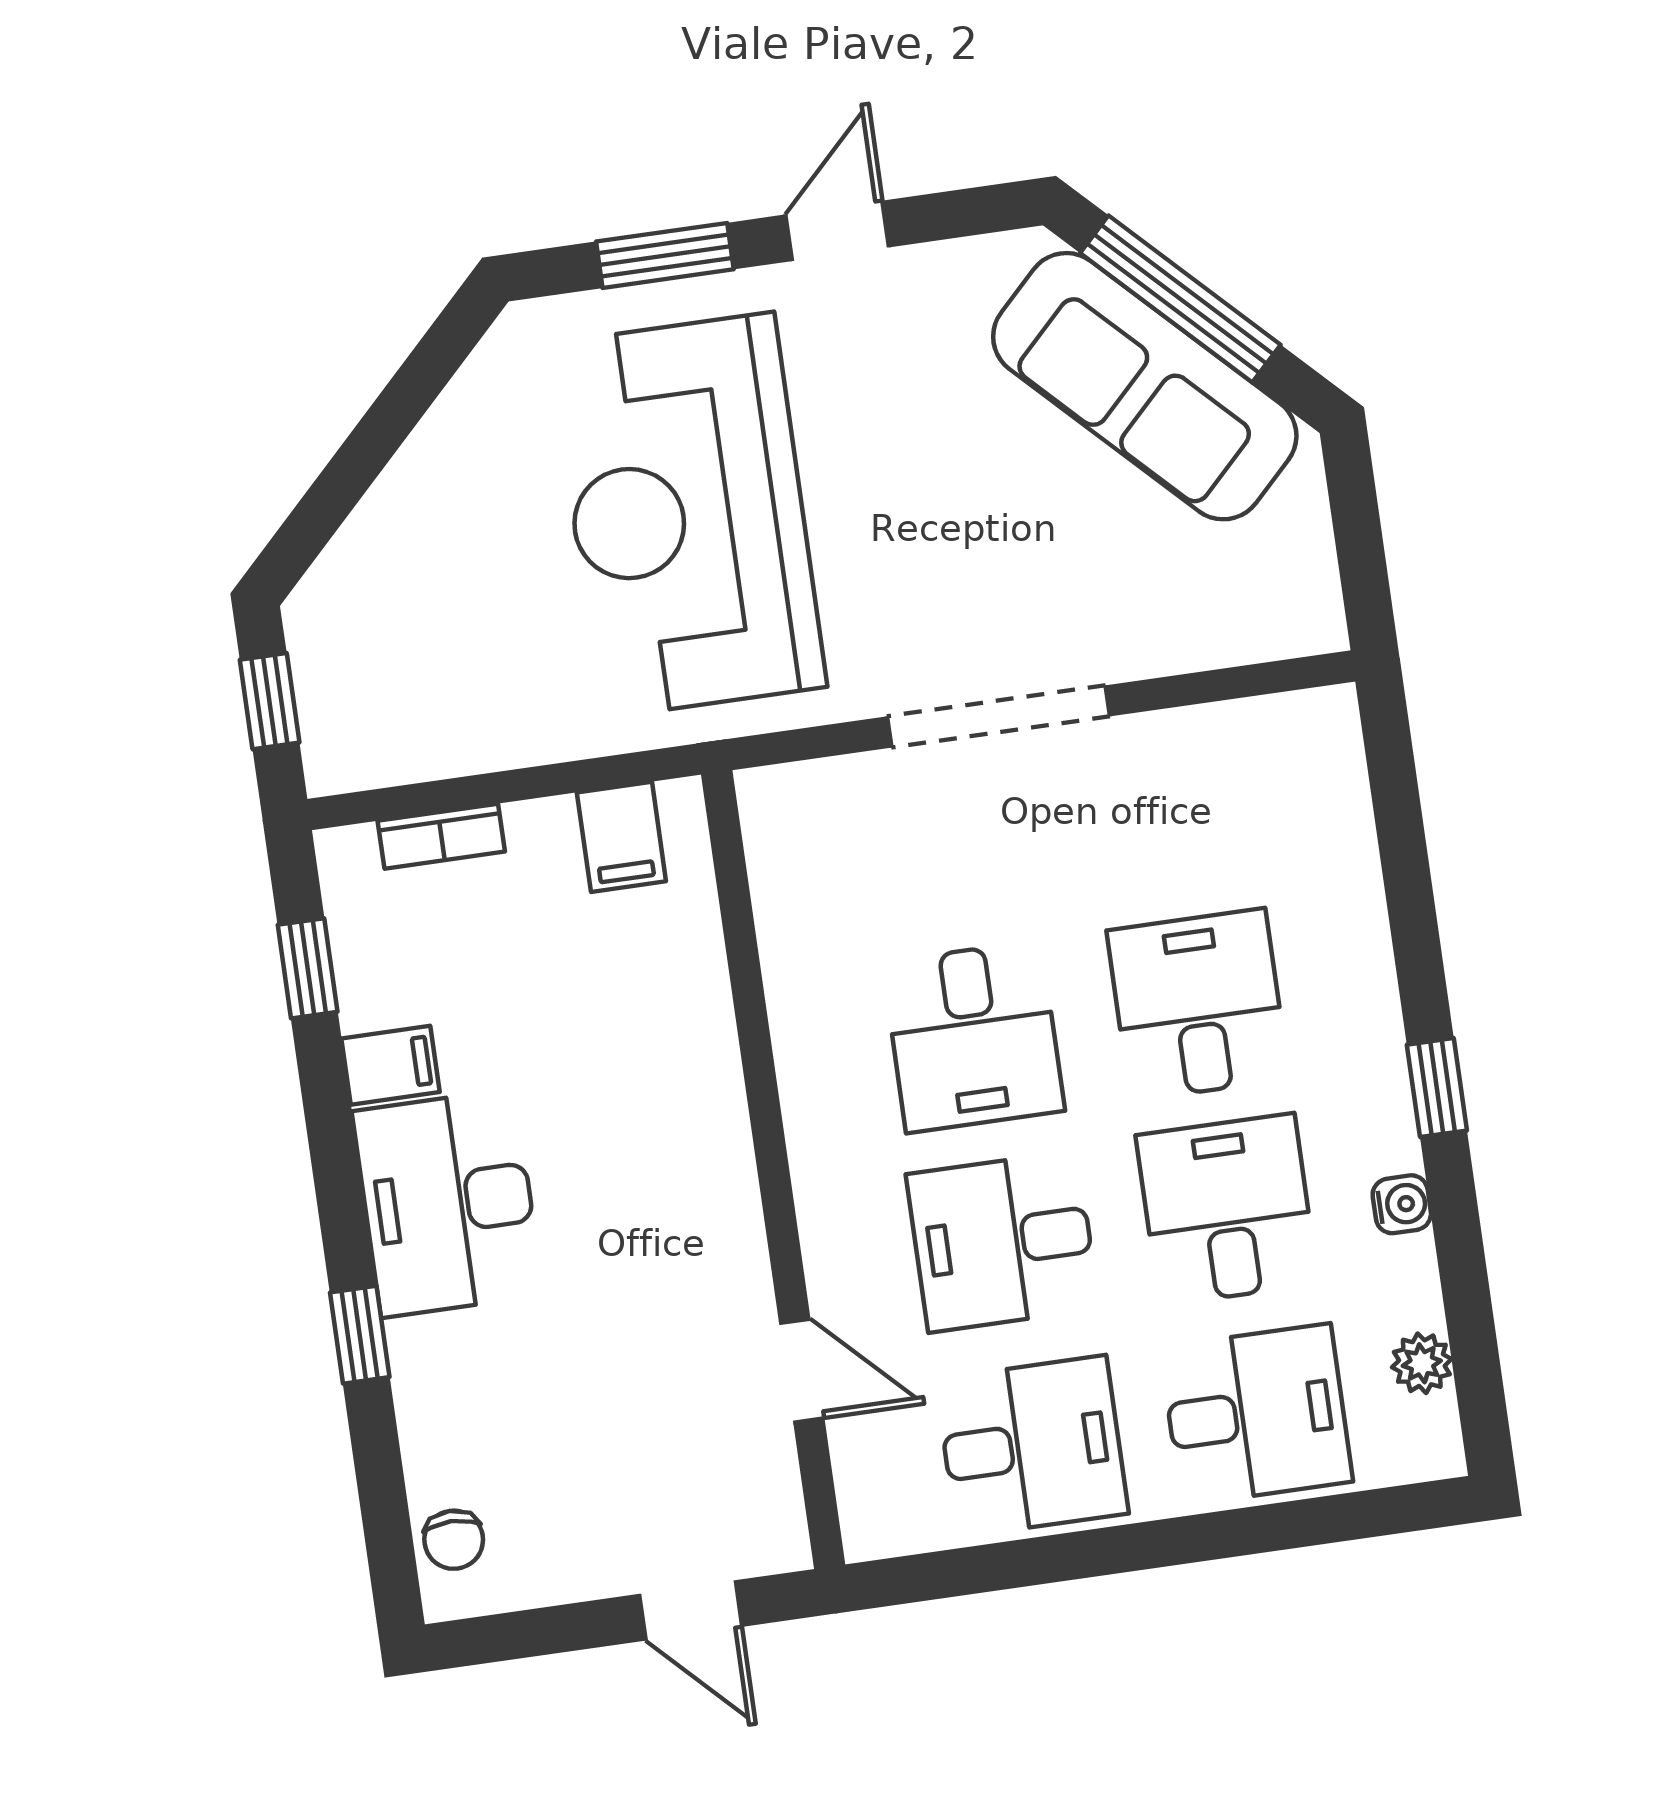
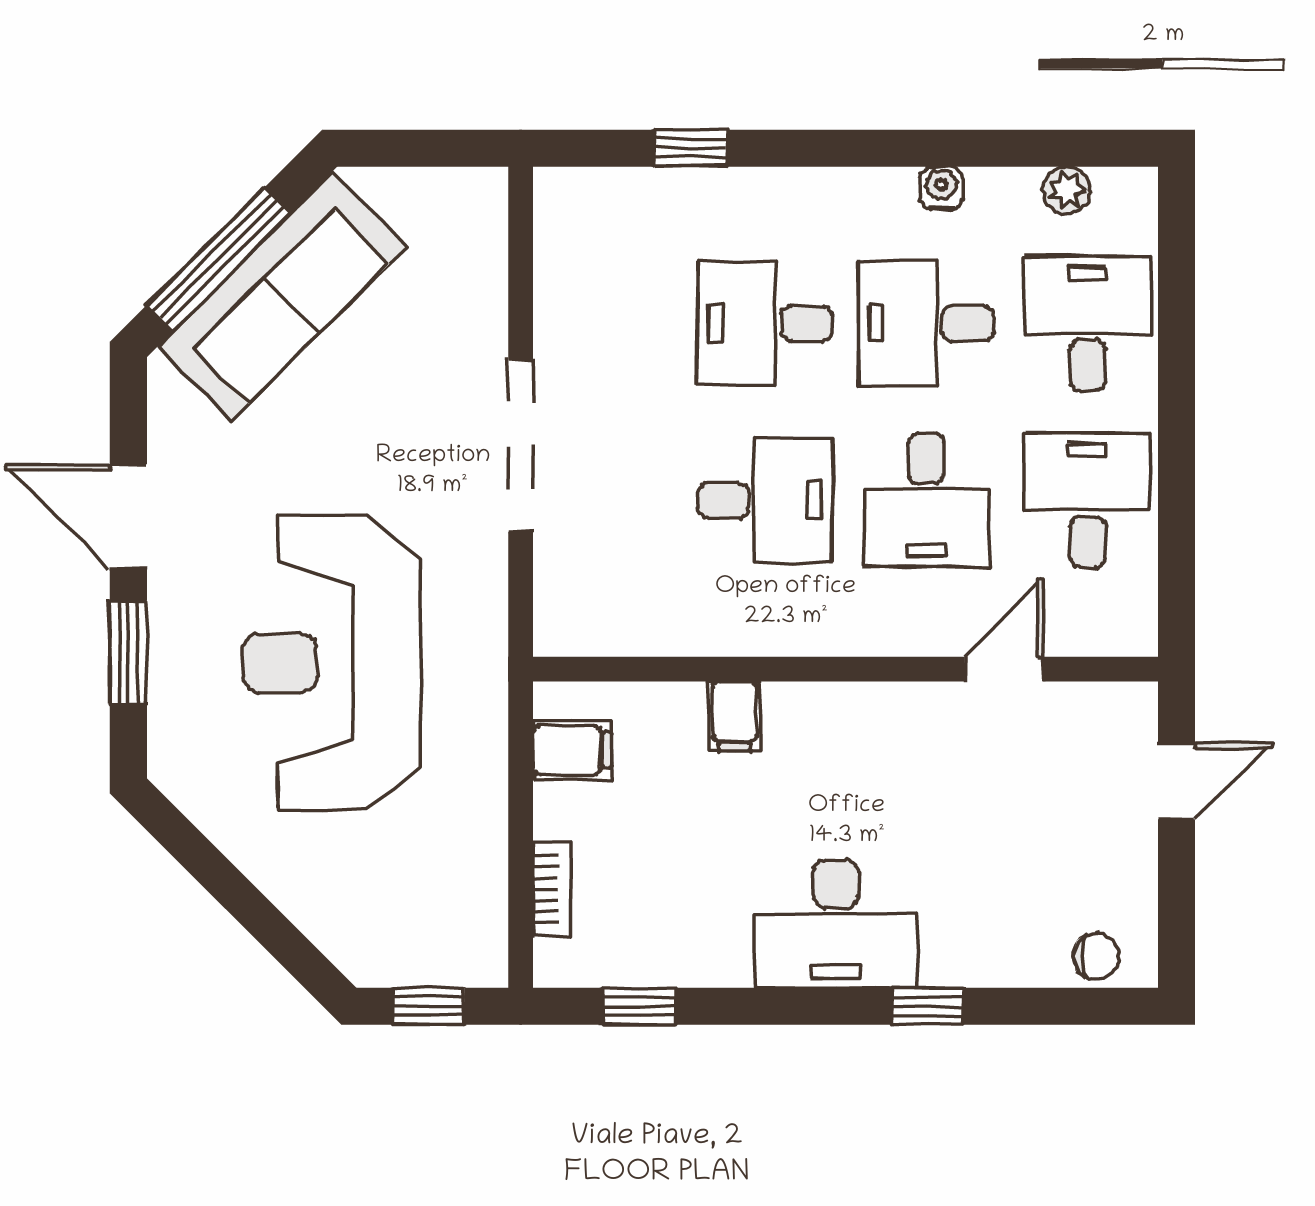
door: (837, 231) -> (128, 517), width x1.37
reception desk: (688, 515) -> (331, 663), turned 90
filing cabinet: (390, 1065) -> (735, 716), moved, turned 180
window: (1437, 1088) -> (691, 148), moved

